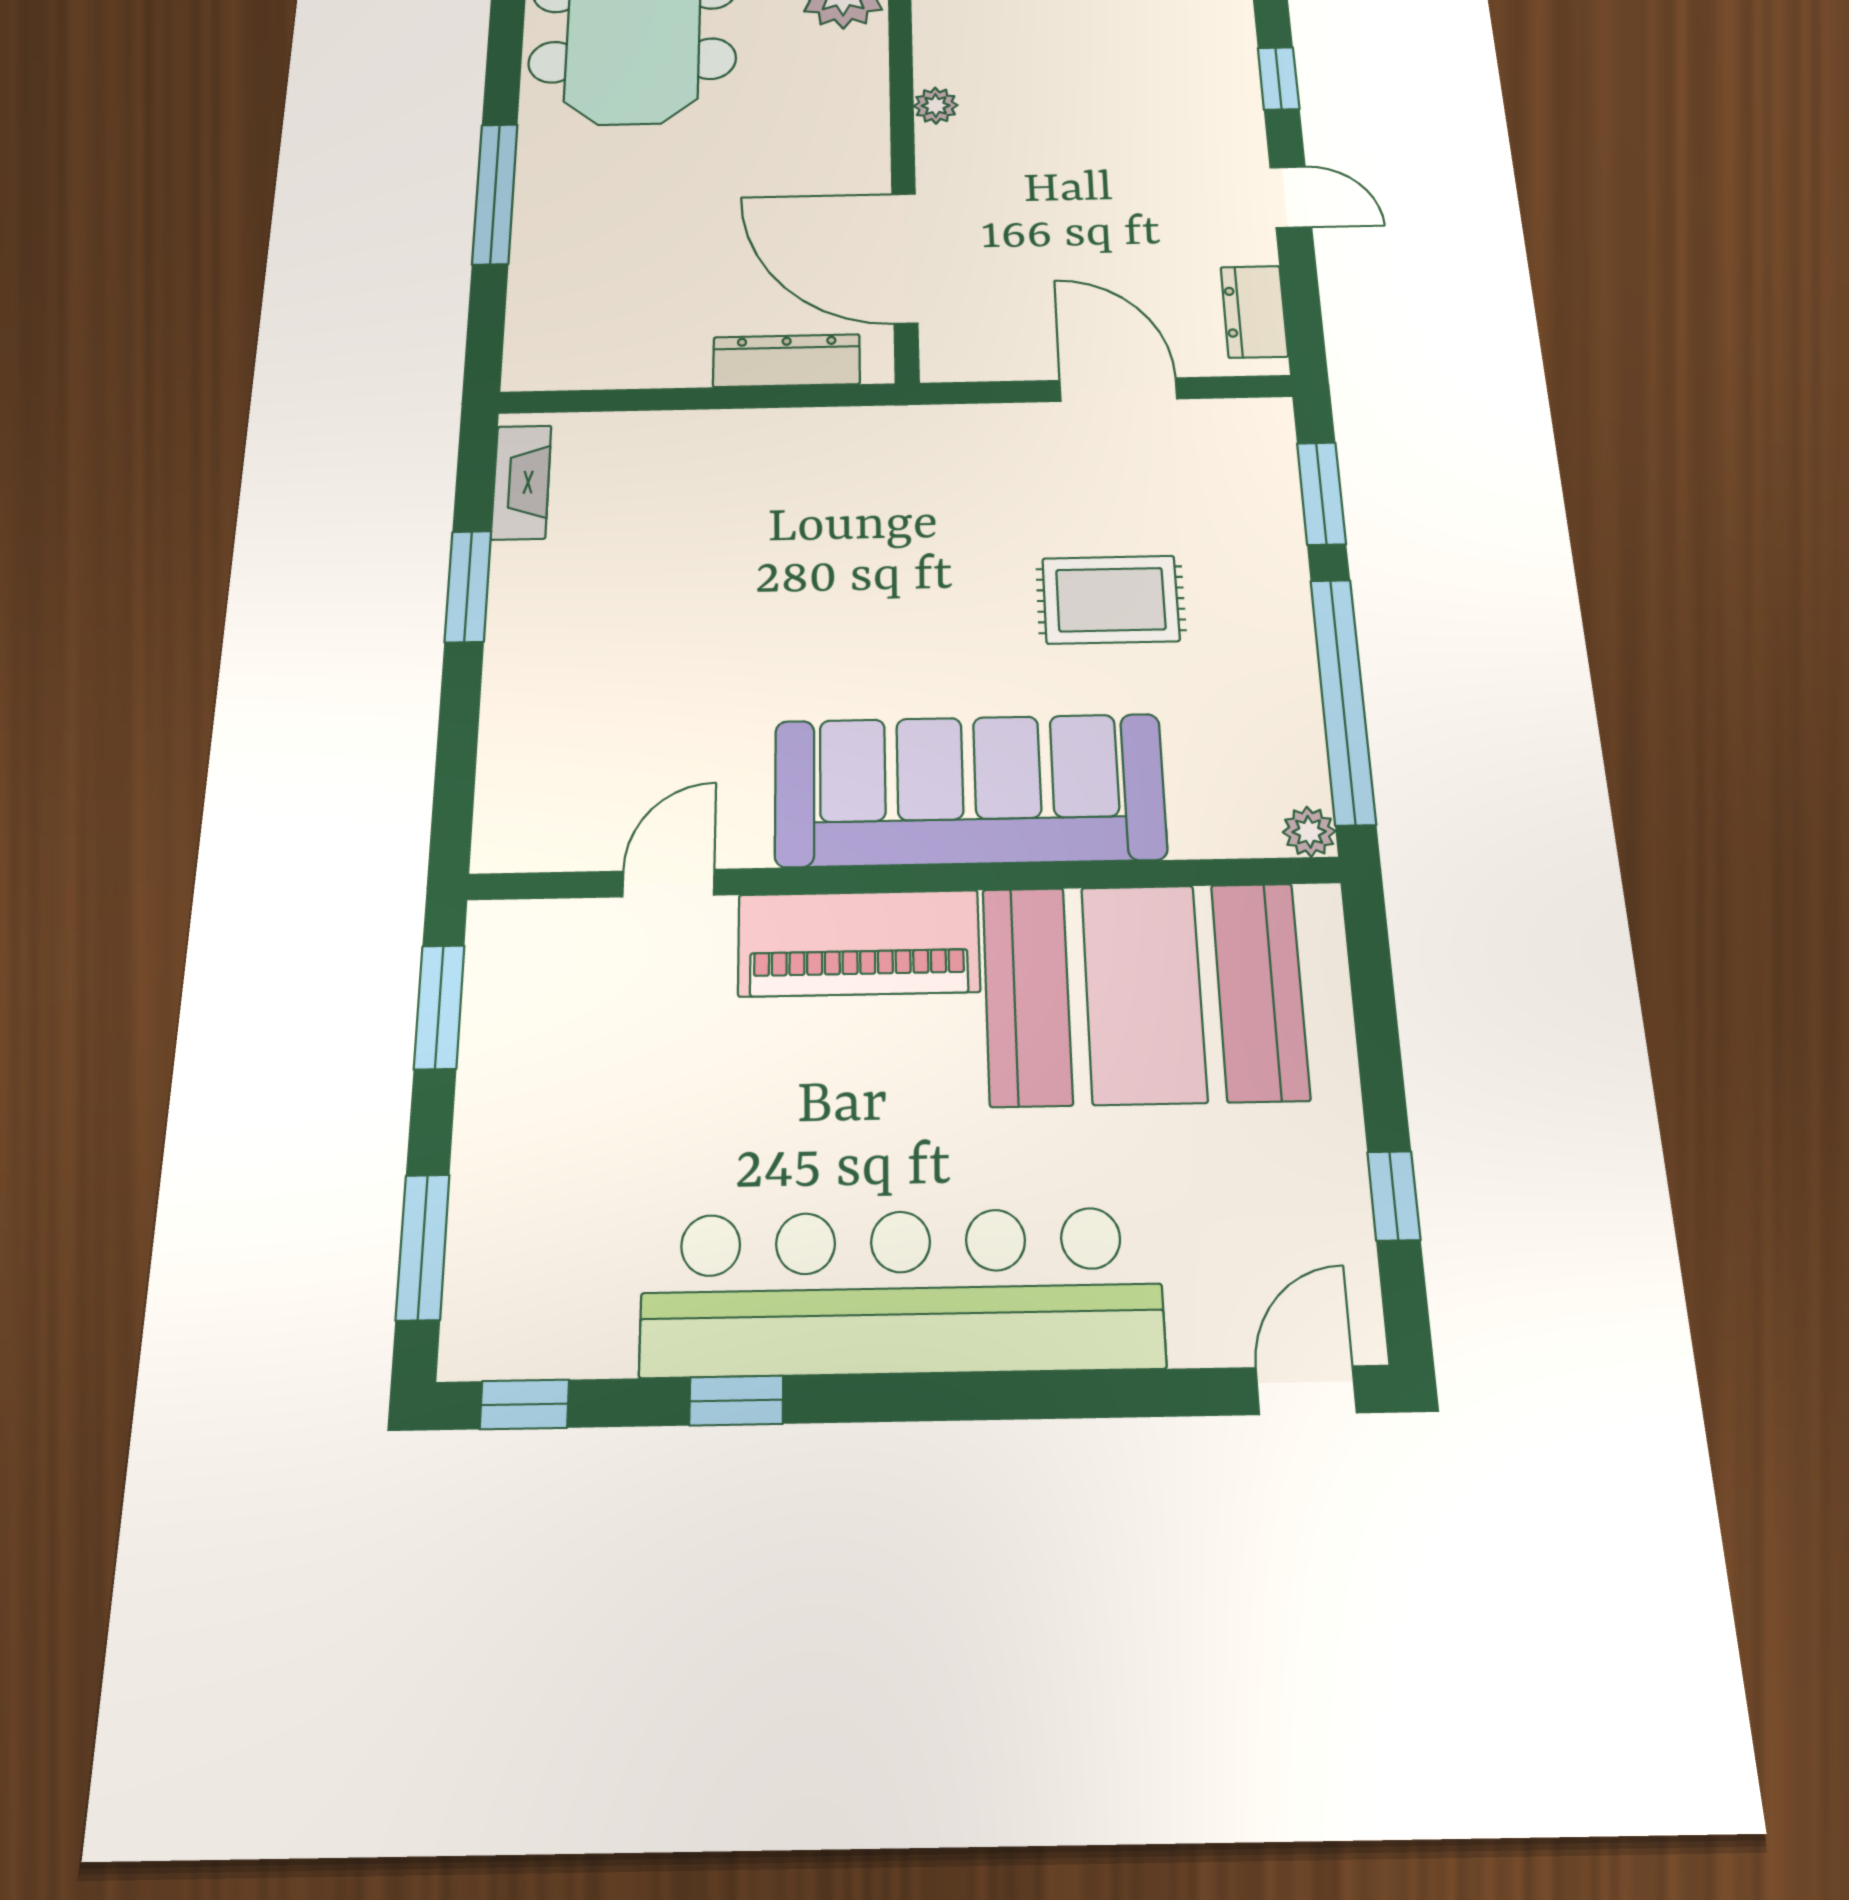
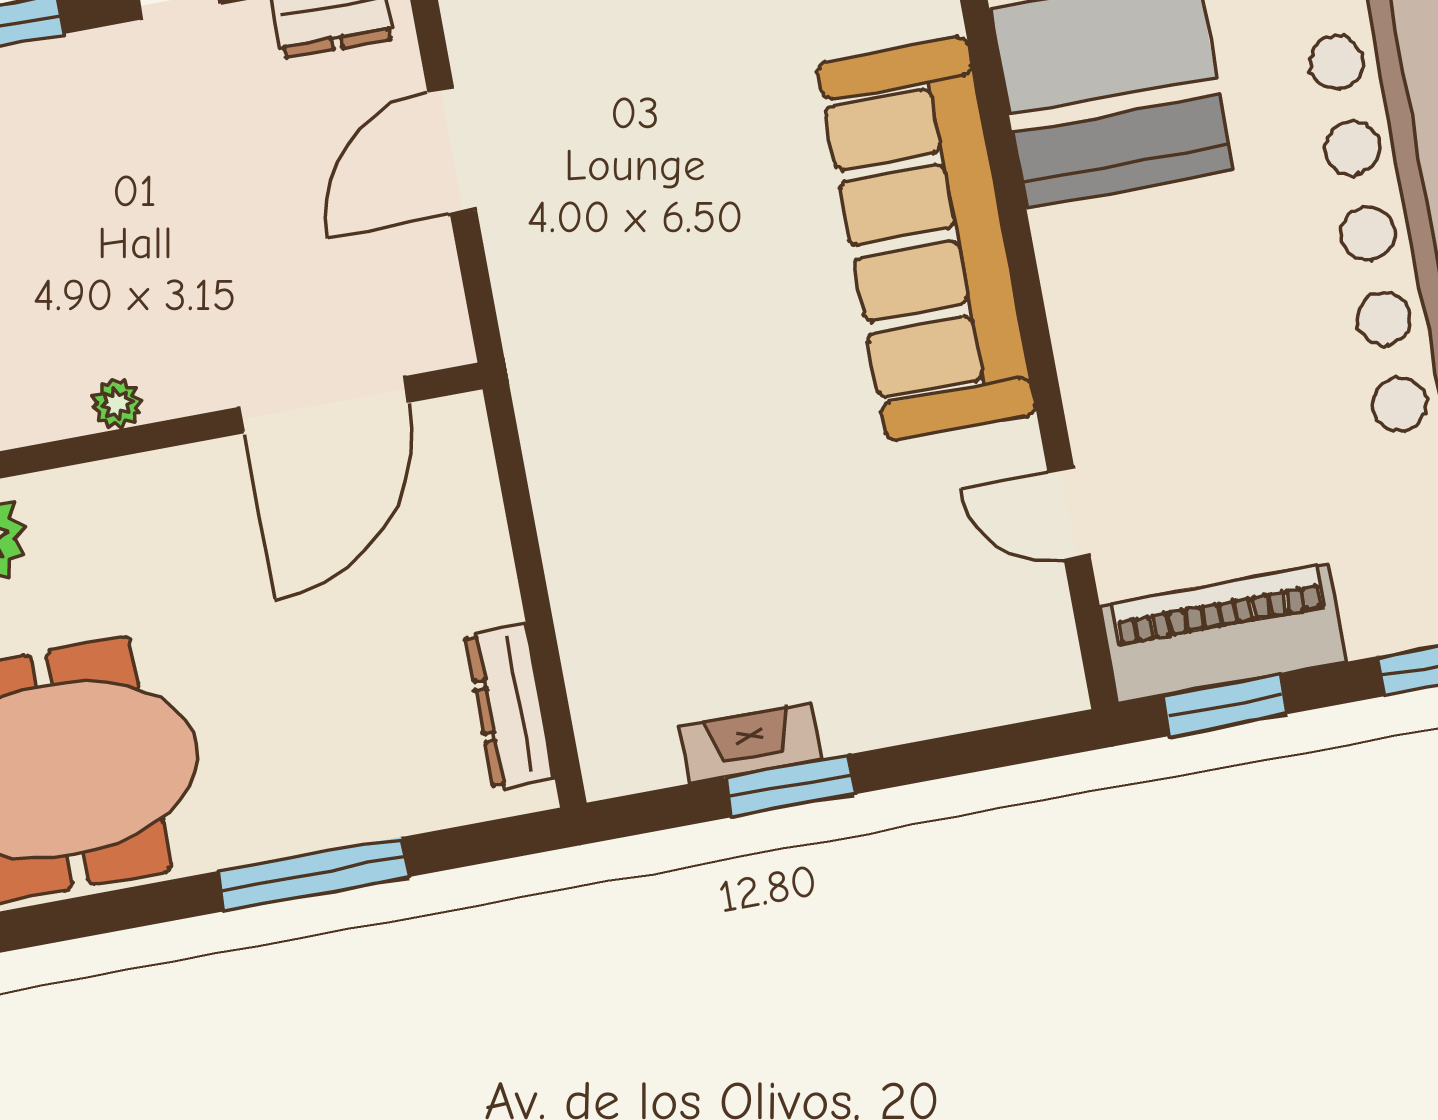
dresser: (787, 361) -> (510, 707), moved
fireplace: (521, 482) -> (751, 743), moved
rug: (1111, 600) -> (699, 127), removed
piano: (859, 943) -> (1223, 634), moved, turned -90

